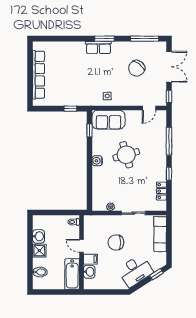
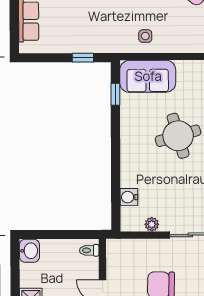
water cooler: (97, 161) -> (129, 197), moved
washbasin: (39, 236) -> (29, 251), moved

